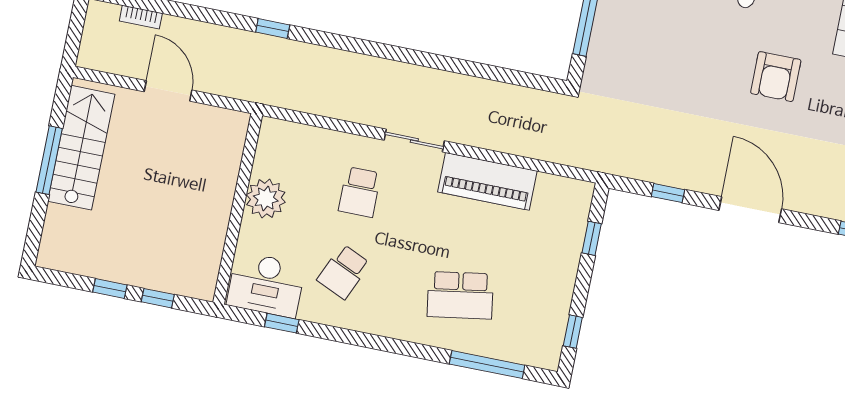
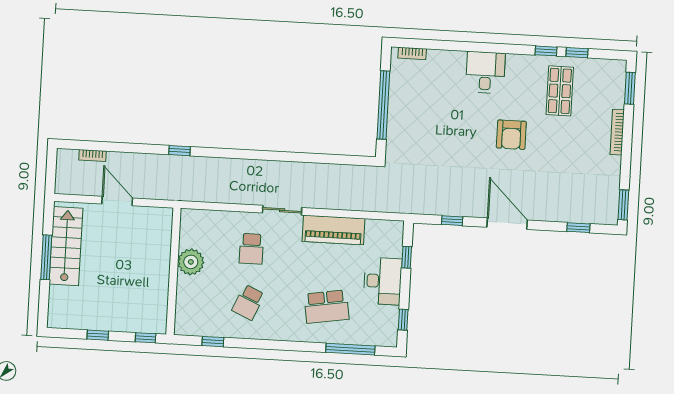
desk: (266, 285) -> (383, 281), moved, turned -90
window: (158, 298) -> (146, 338), moved

